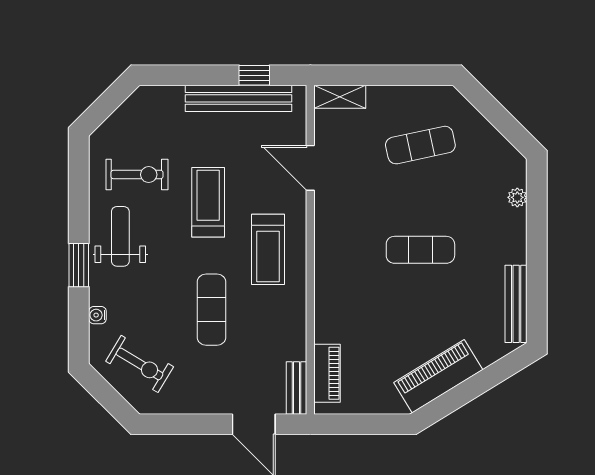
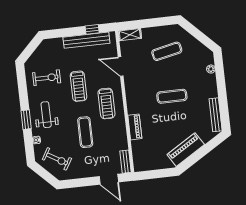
treadmill: (208, 202) -> (78, 86), turned 180
weight bench: (120, 236) -> (46, 115), moved
piano: (327, 373) -> (135, 127), moved

